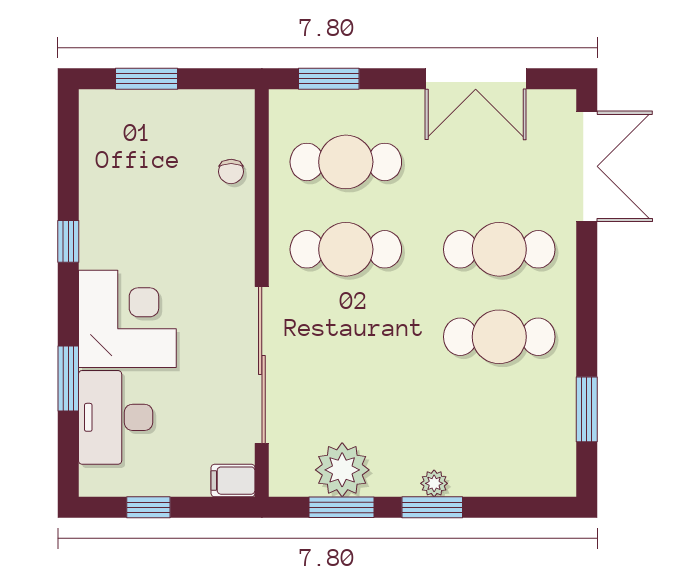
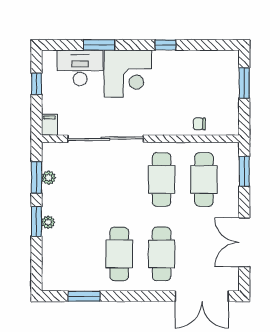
plant: (342, 470) -> (49, 178), width x0.53, depth x0.53

